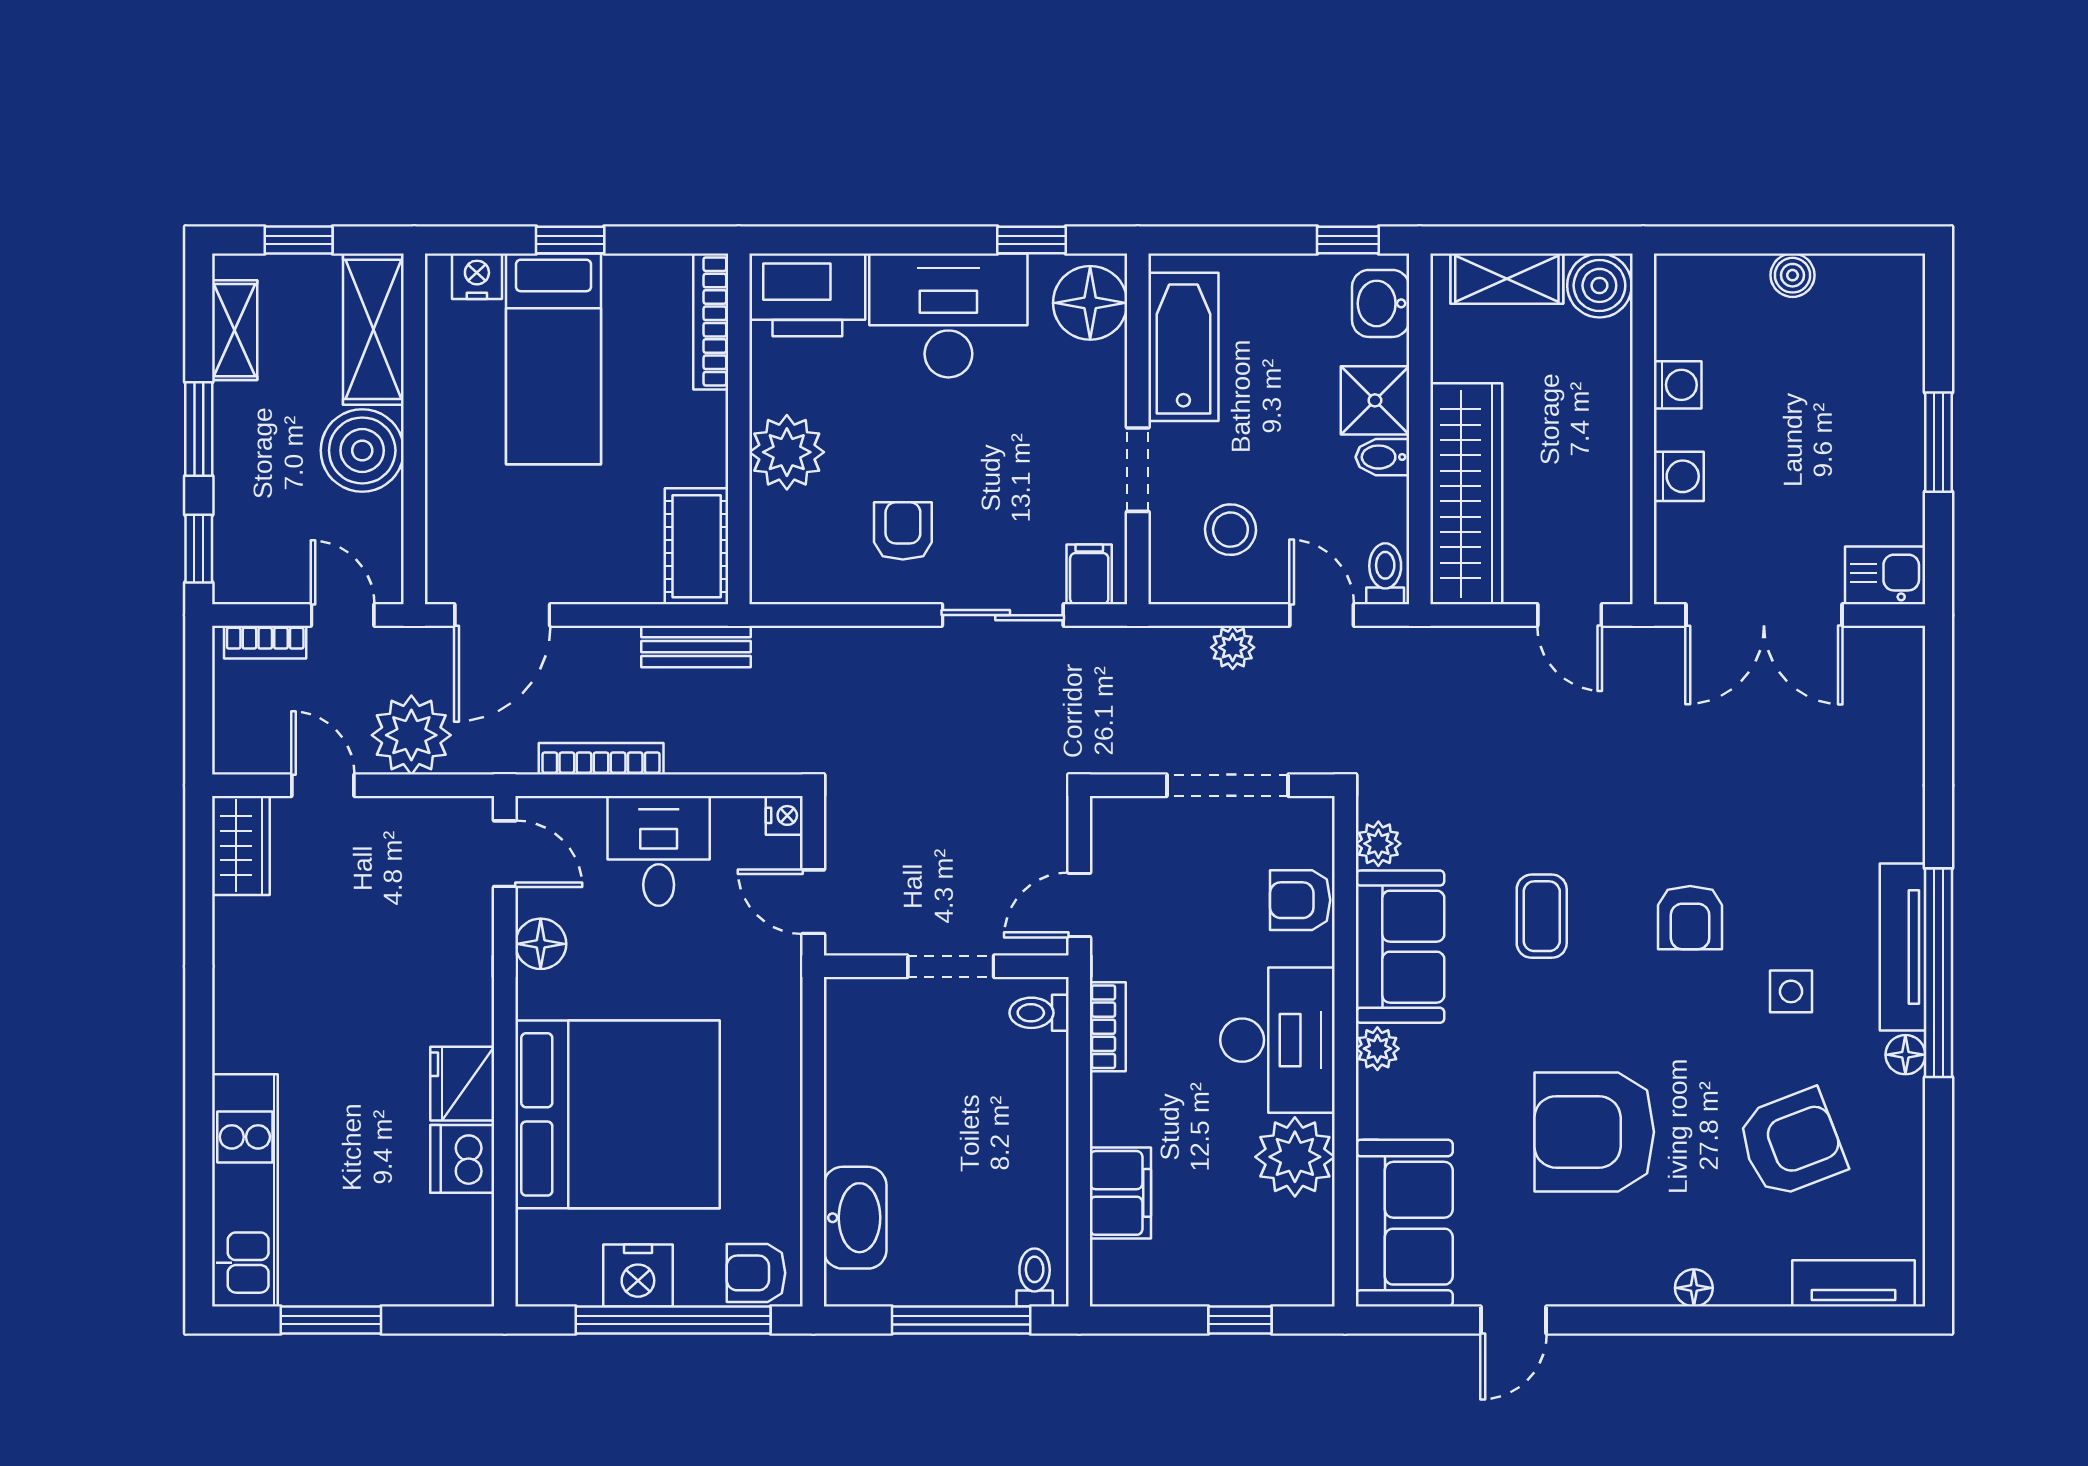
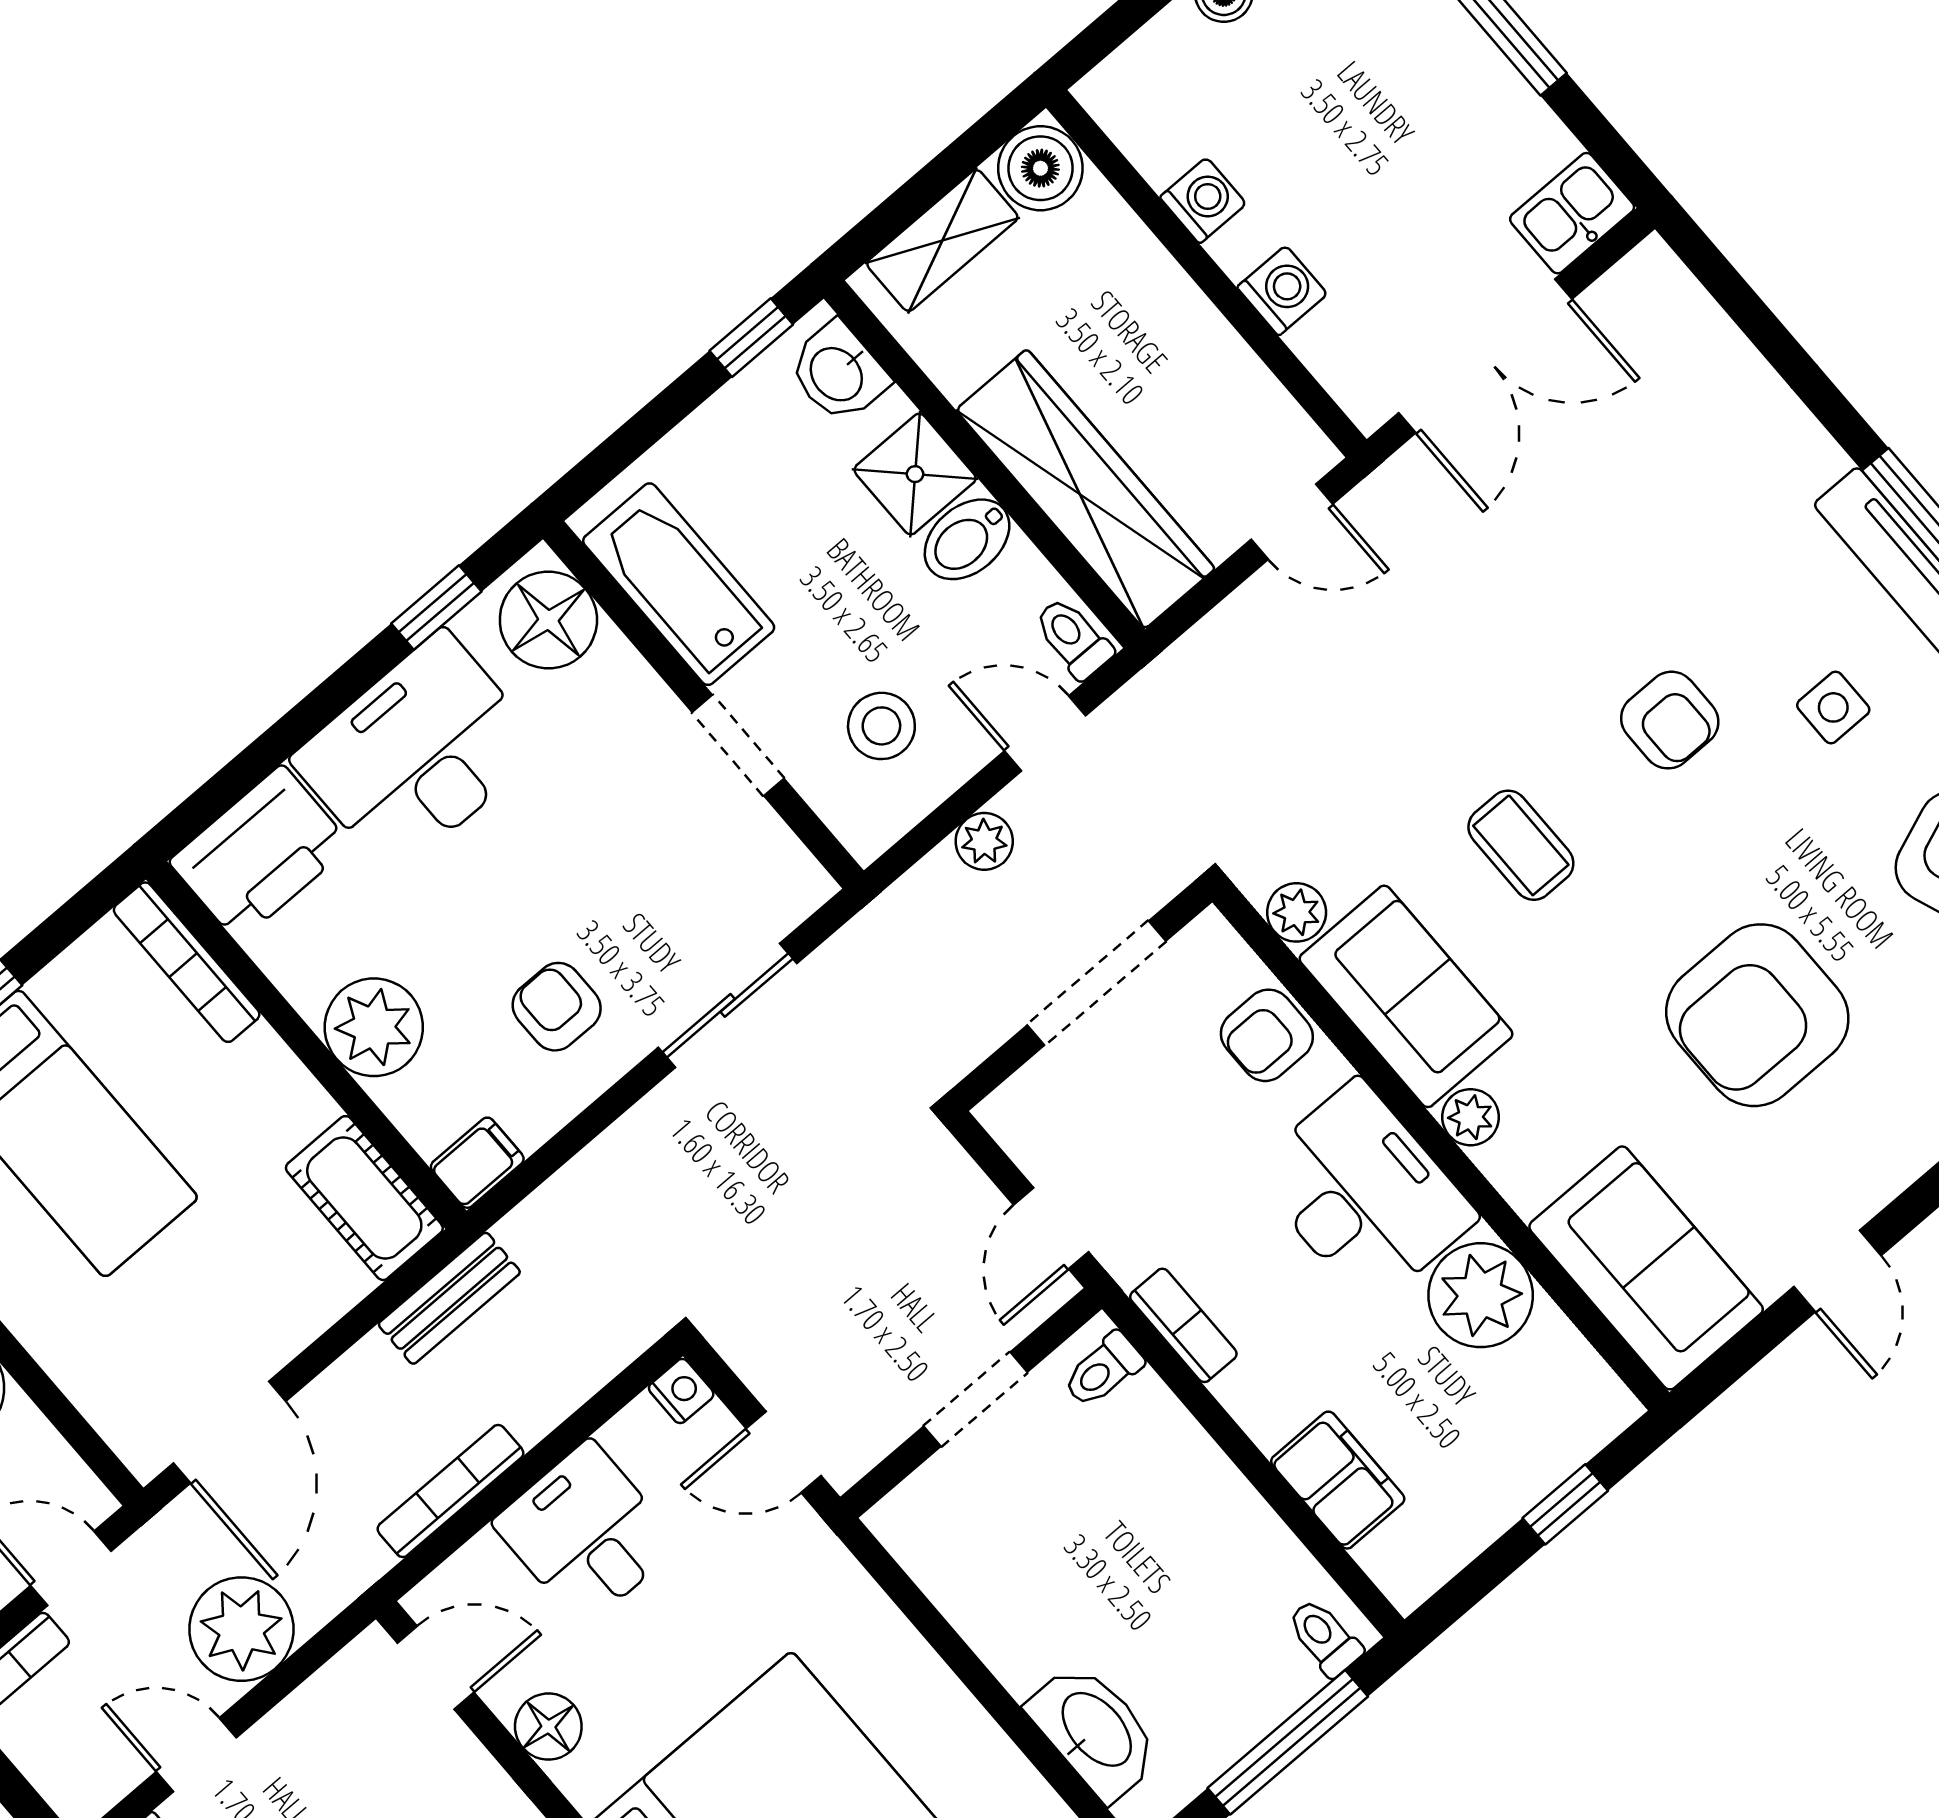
bidet: (1382, 457) -> (967, 539), width x1.38, depth x1.36
filing cabinet: (1089, 574) -> (477, 1163), moved, turned 90

